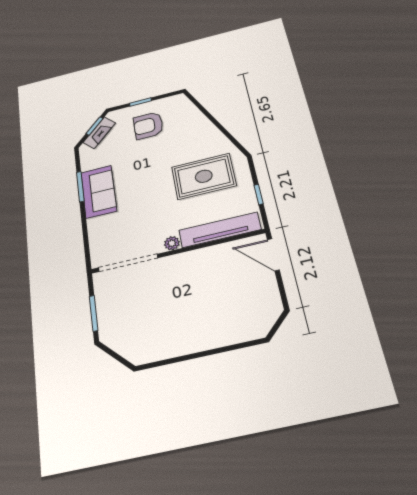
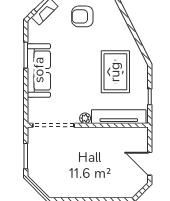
rug: (204, 176) -> (115, 72), turned 90
sofa: (99, 192) -> (39, 70), width x1.36
door: (273, 255) -> (150, 164), moved

